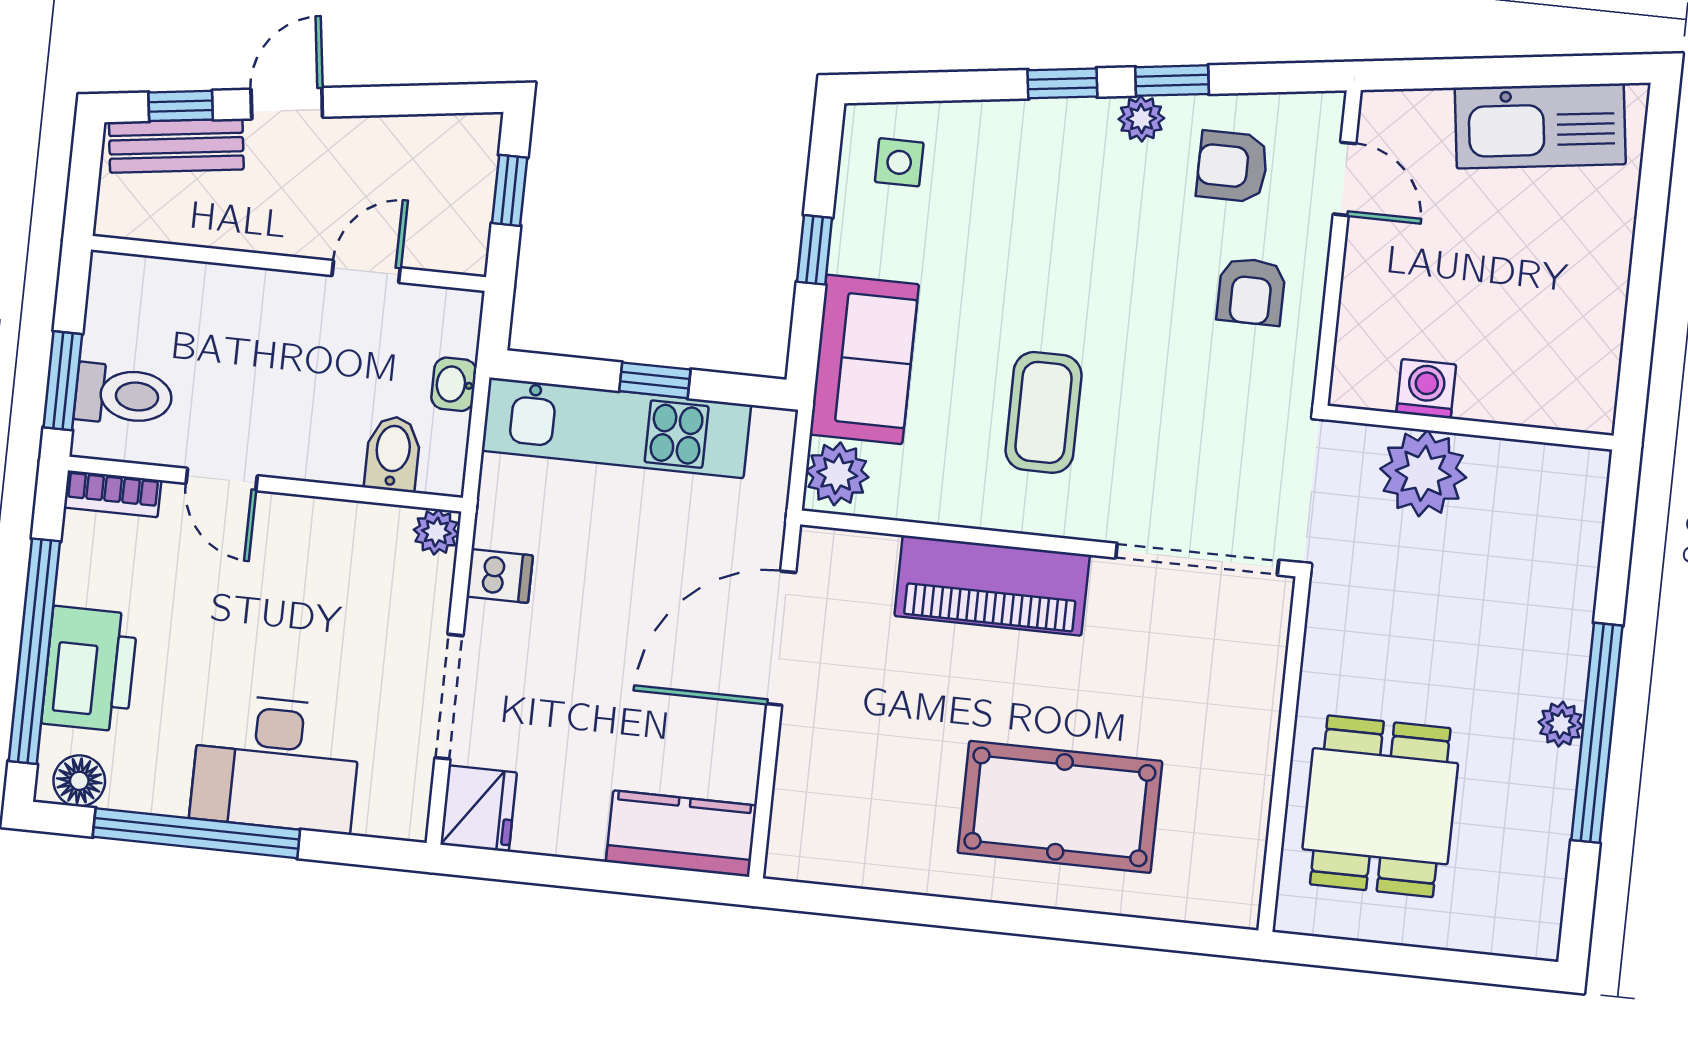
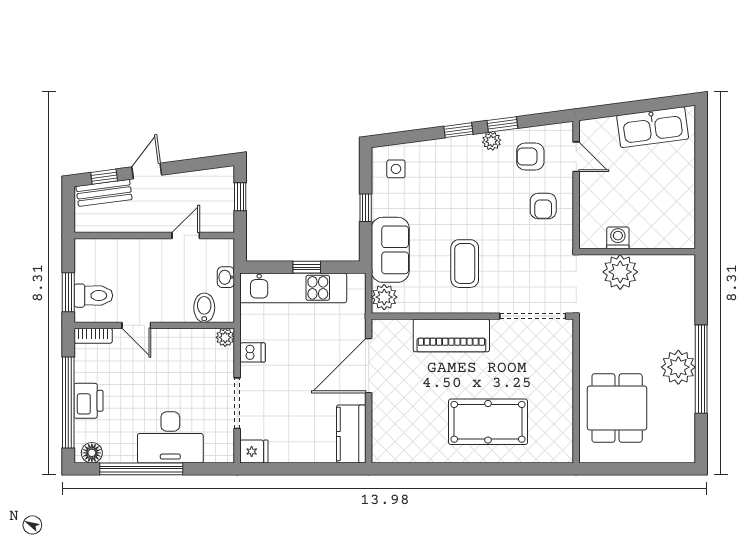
printer: (90, 669) -> (88, 401), width x0.73, depth x0.84
plant: (1561, 724) -> (678, 367), width x1.88, depth x1.88
fridge: (479, 808) -> (254, 452), width x0.72
kitchen counter: (681, 834) -> (351, 434), moved, turned -90

